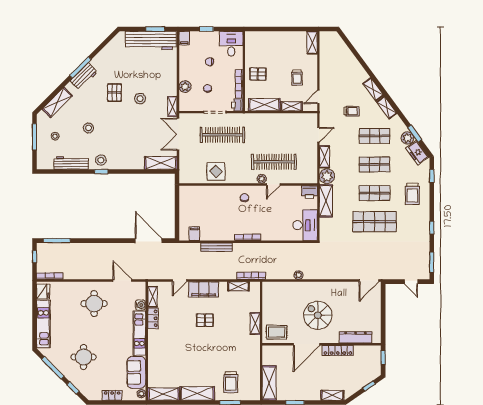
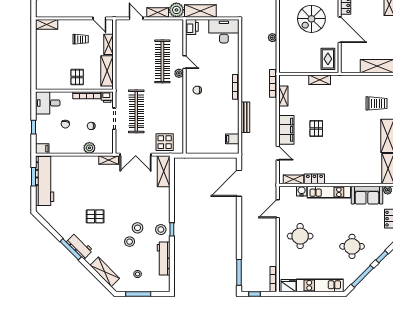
stool: (140, 99) -> (137, 228), moved
display table: (216, 171) -> (165, 142), moved

